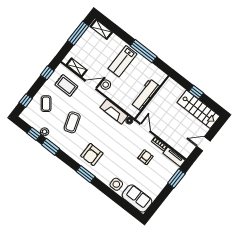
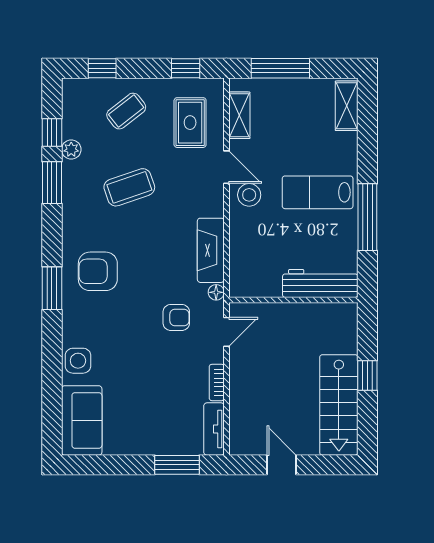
window: (78, 33) -> (280, 68), moved
workbench: (145, 95) -> (320, 283), moved
armchair: (146, 157) -> (176, 317), moved

